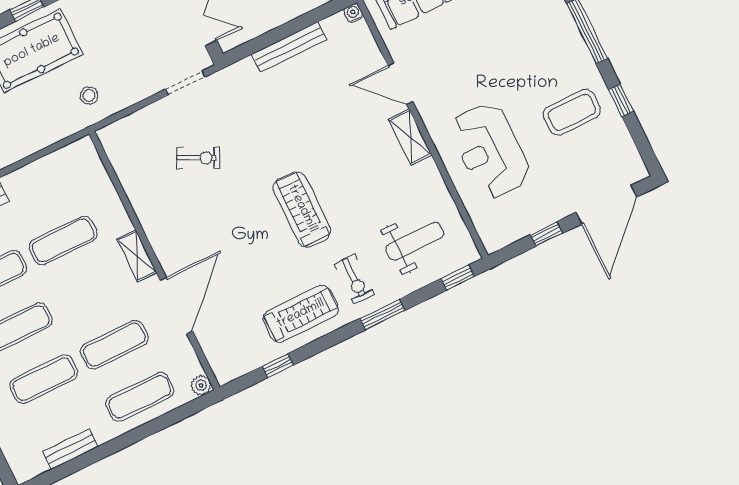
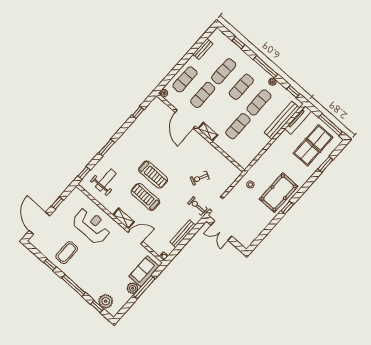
weight bench: (415, 241) -> (106, 180), turned 180
exercise bike: (354, 279) -> (197, 206), moved
treadmill: (301, 314) -> (145, 197), moved, turned 90

